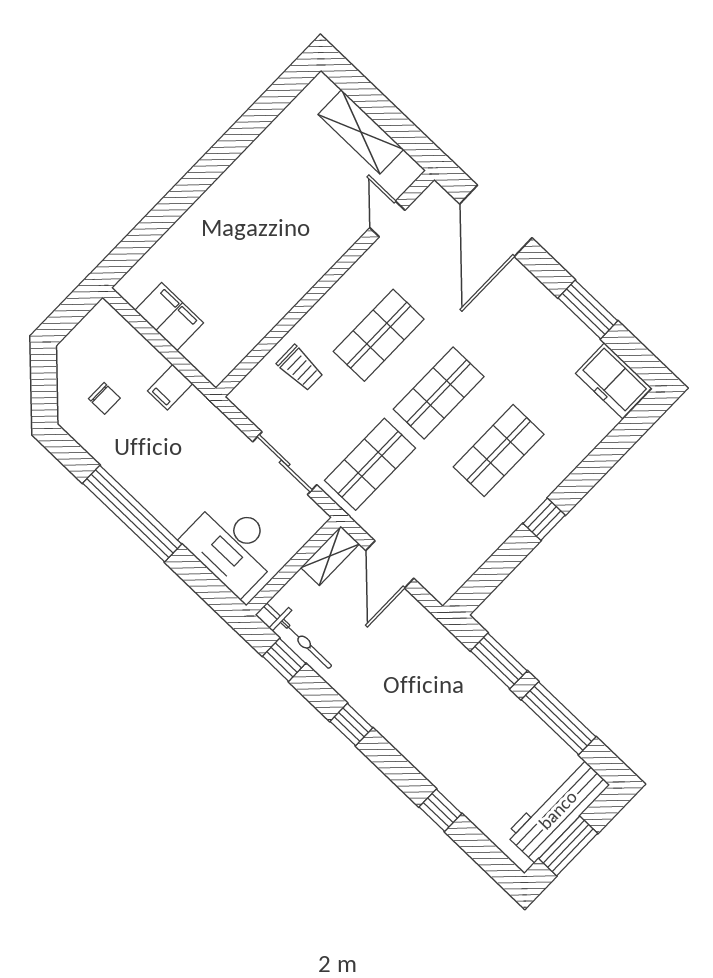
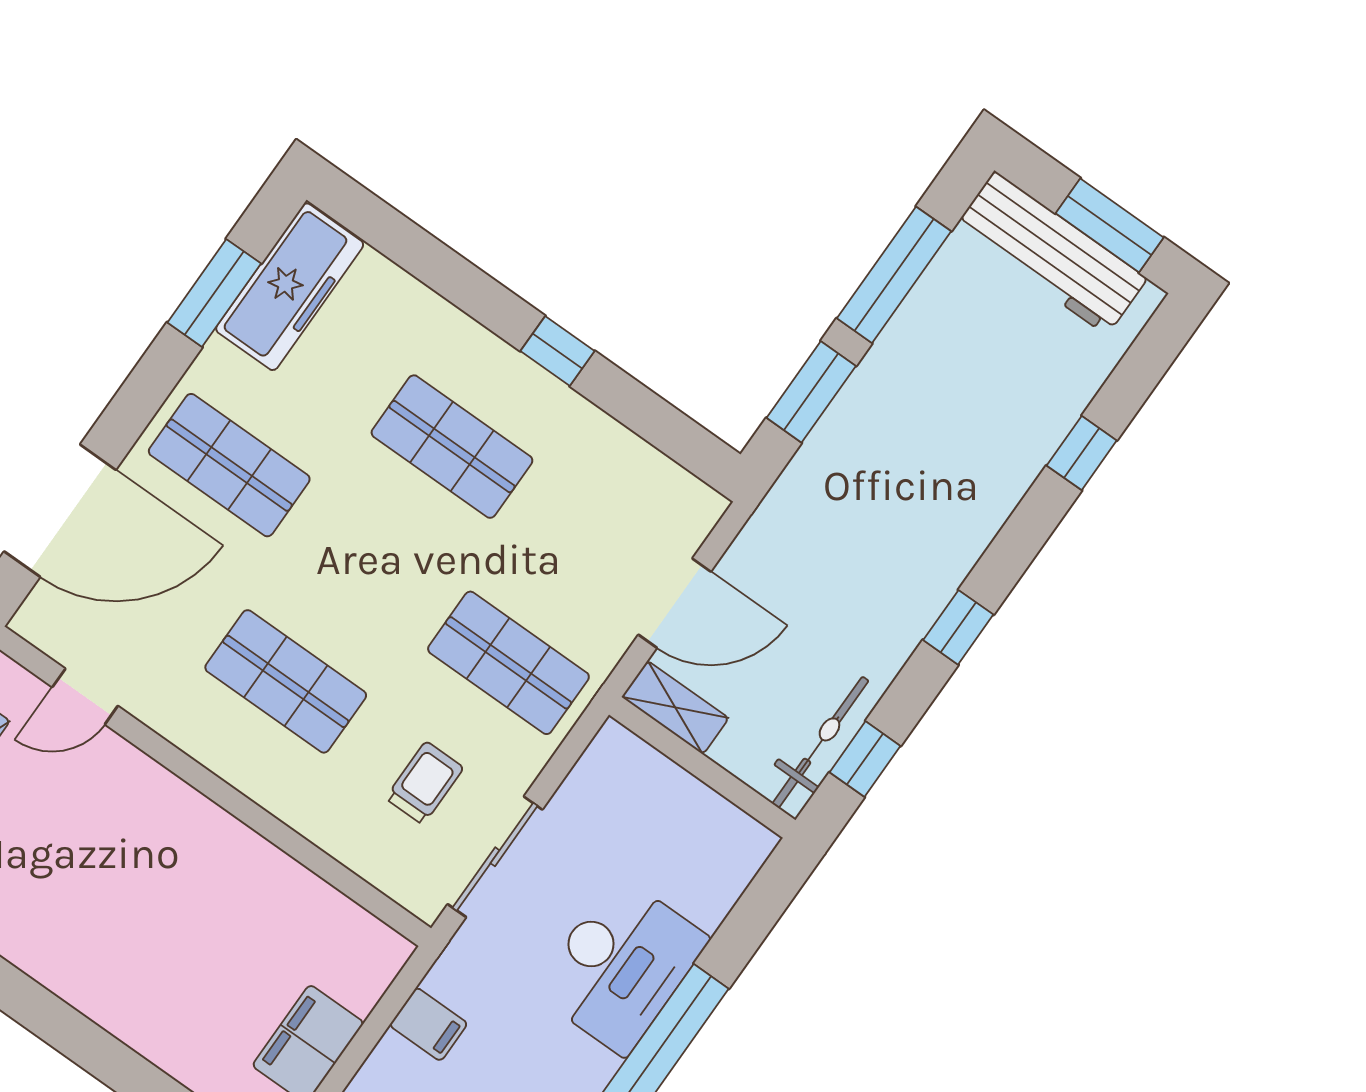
window: (588, 309) -> (214, 293), moved
trolley: (300, 368) -> (425, 783), moved
freezer: (613, 381) -> (290, 287), width x1.40
shop shelf: (439, 393) -> (229, 465), moved
sliding door: (285, 463) -> (495, 857), moved
desk: (232, 546) -> (621, 965), moved

